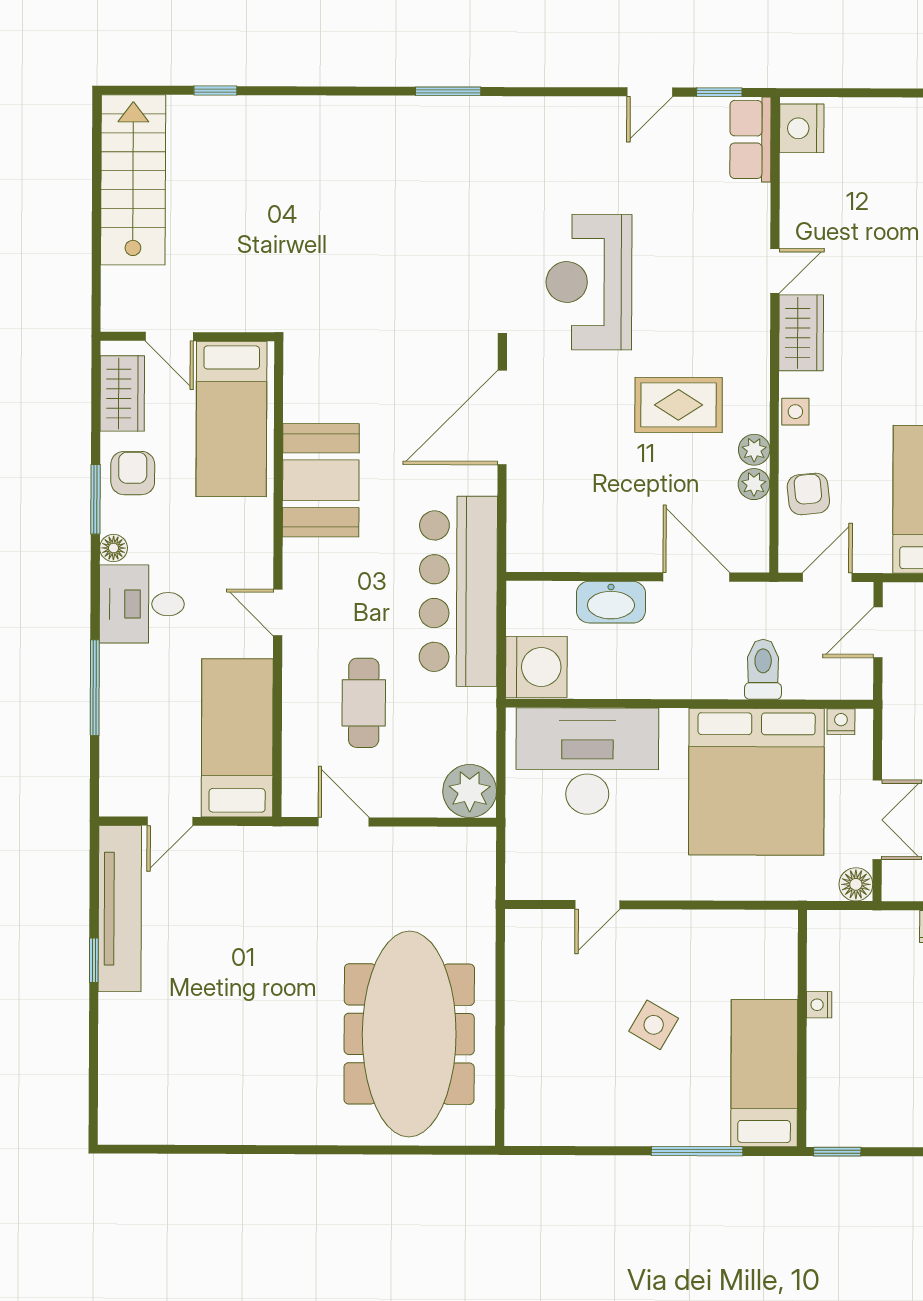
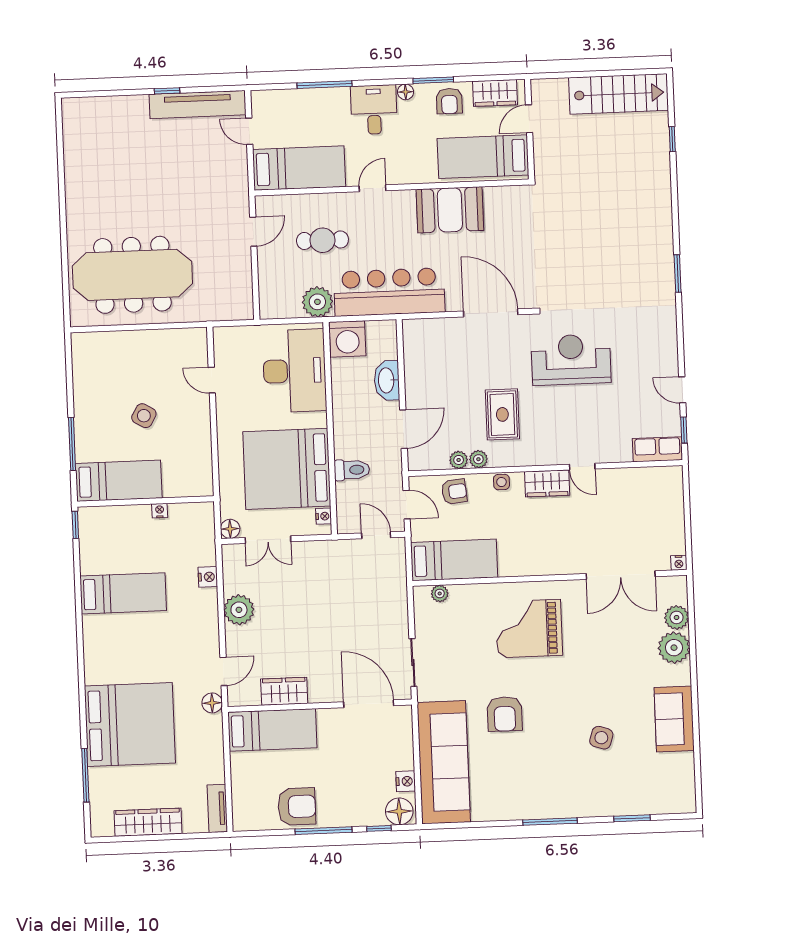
nightstand: (802, 128) -> (665, 479), removed
armchair: (133, 473) -> (449, 101), turned 90
plant: (470, 791) -> (317, 302), moved

